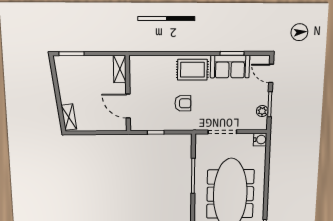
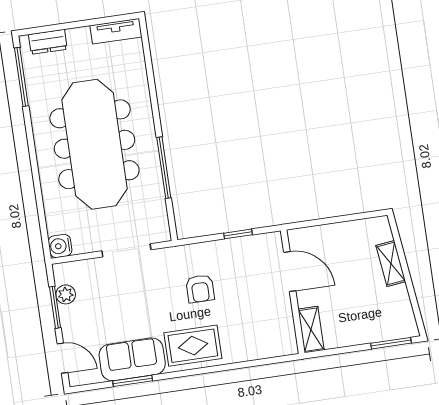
armchair: (183, 103) -> (200, 289), turned -90
shelving: (69, 117) -> (391, 263), moved

